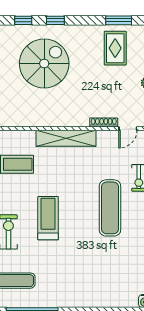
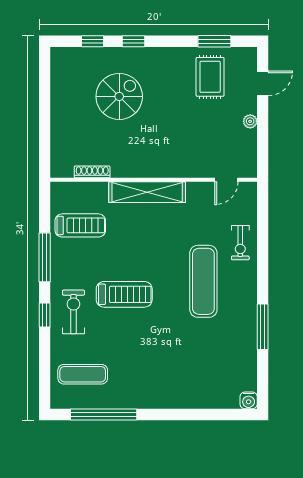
spiral stairs: (44, 63) -> (119, 96), width x0.73, depth x0.73
shoe rack: (104, 123) -> (92, 172), moved
treadmill: (48, 218) -> (124, 294), turned 90

